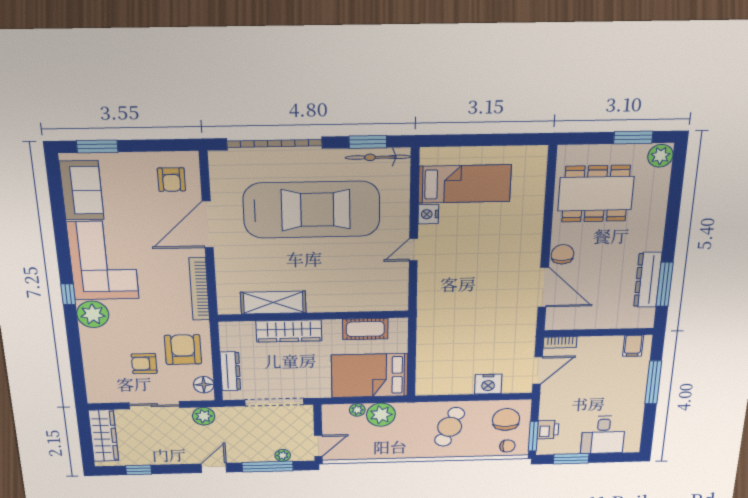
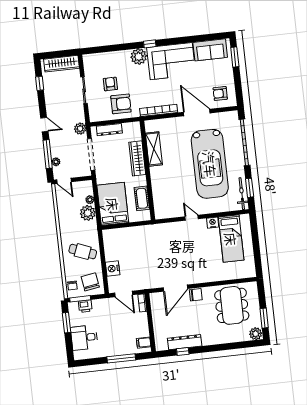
window: (665, 284) -> (183, 351), width x0.46
floor lamp: (204, 385) -> (99, 116), removed
plant: (204, 416) -> (80, 129), moved
chair: (506, 419) -> (90, 282), turned -99

